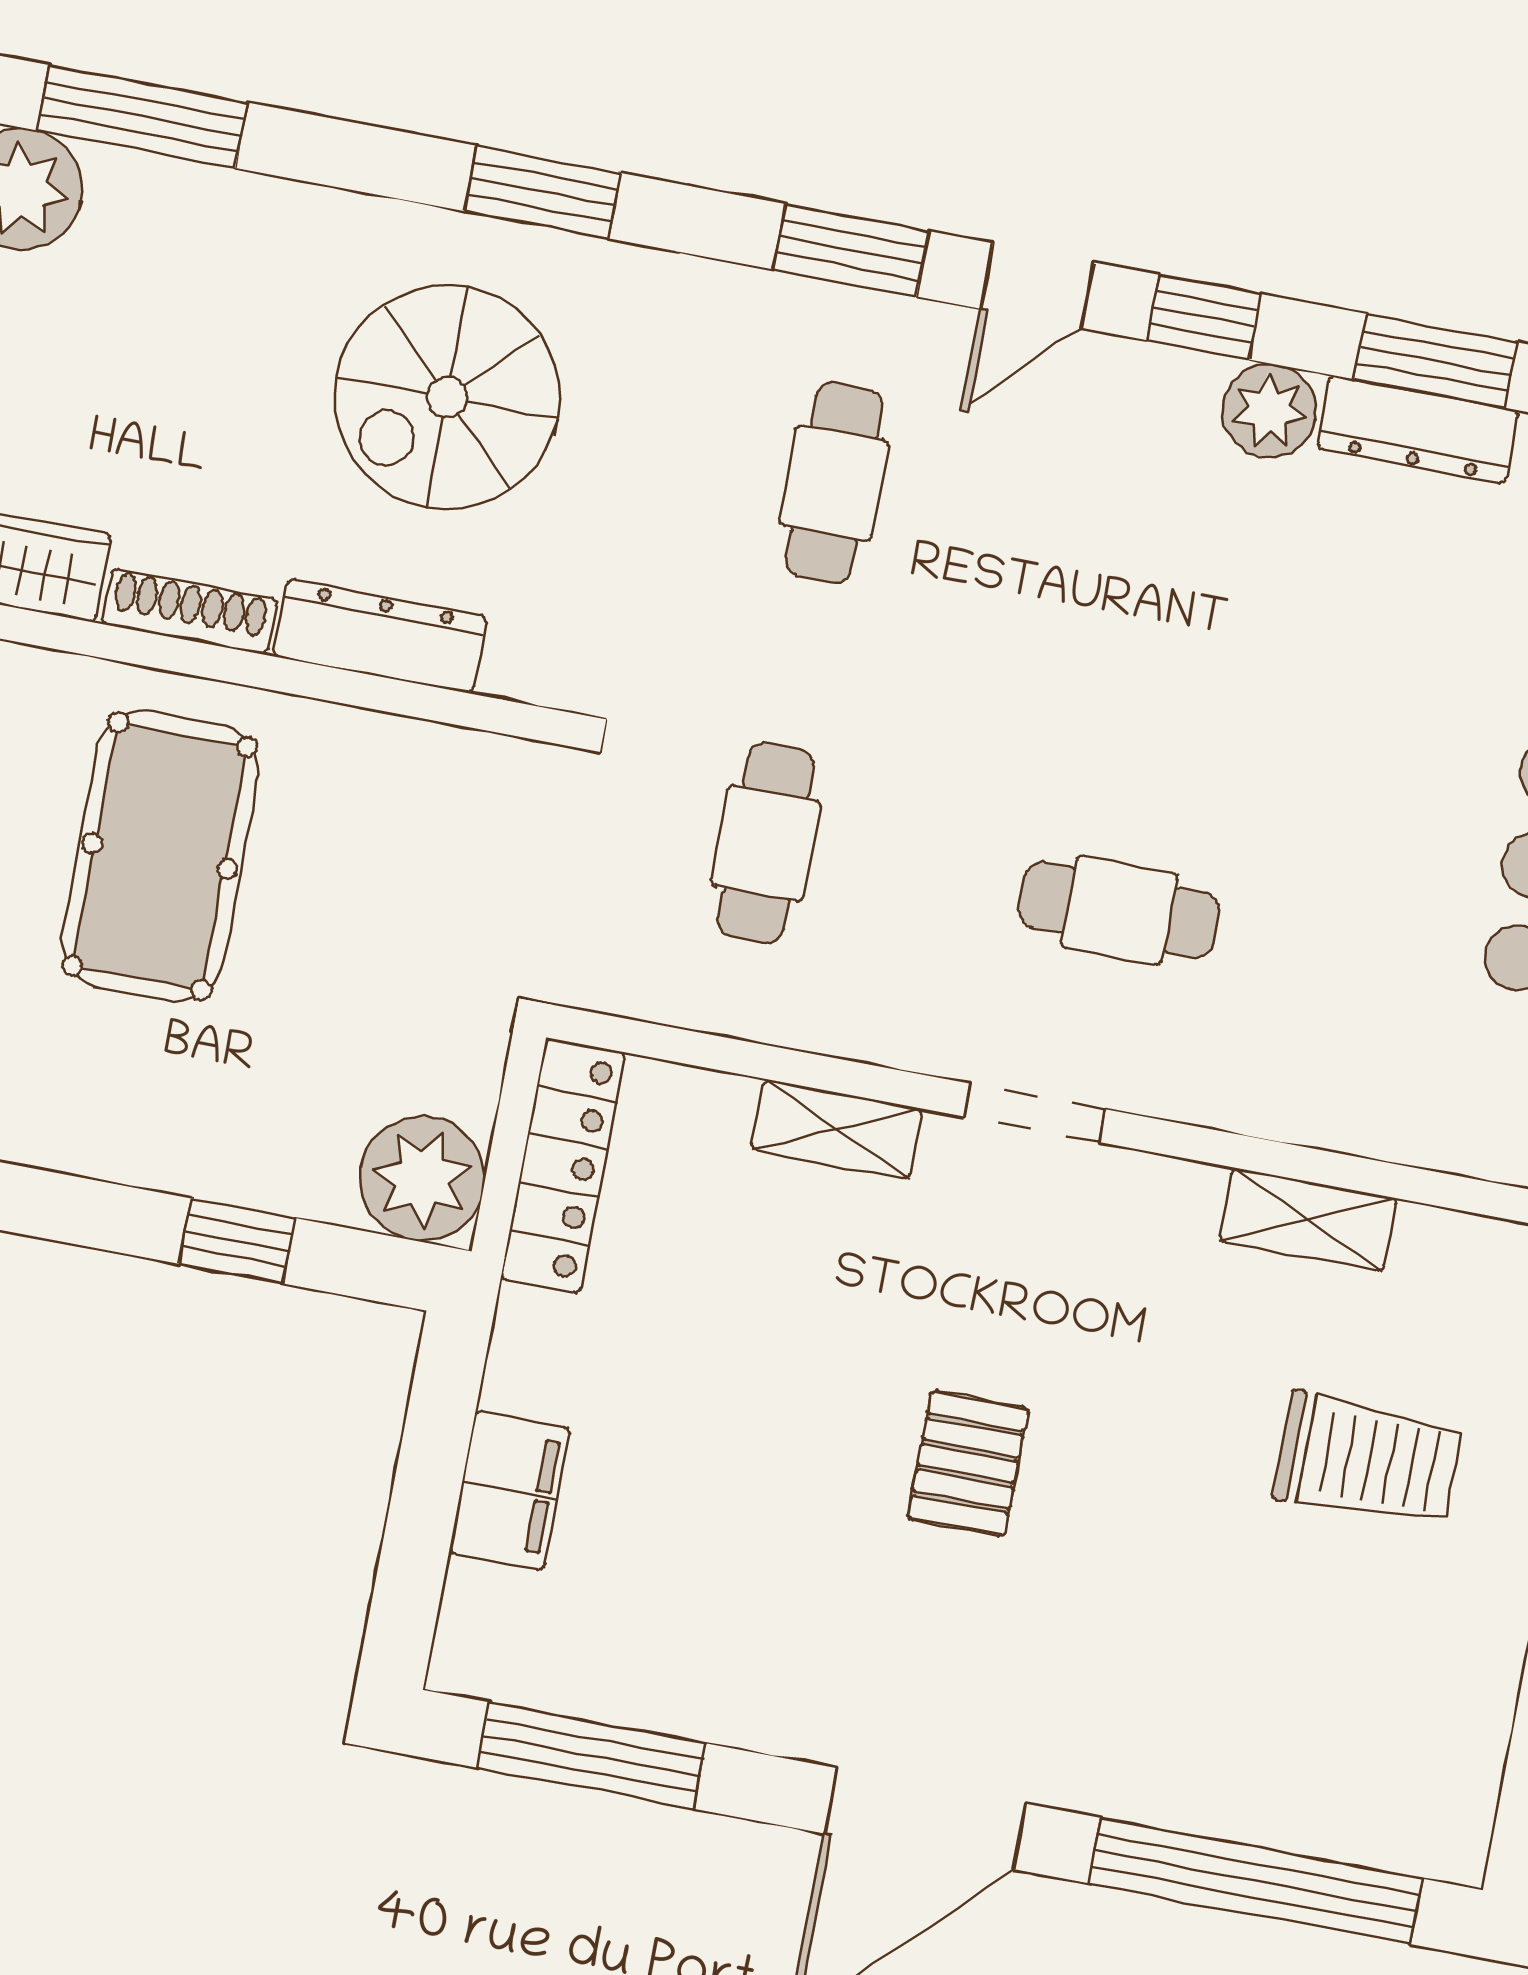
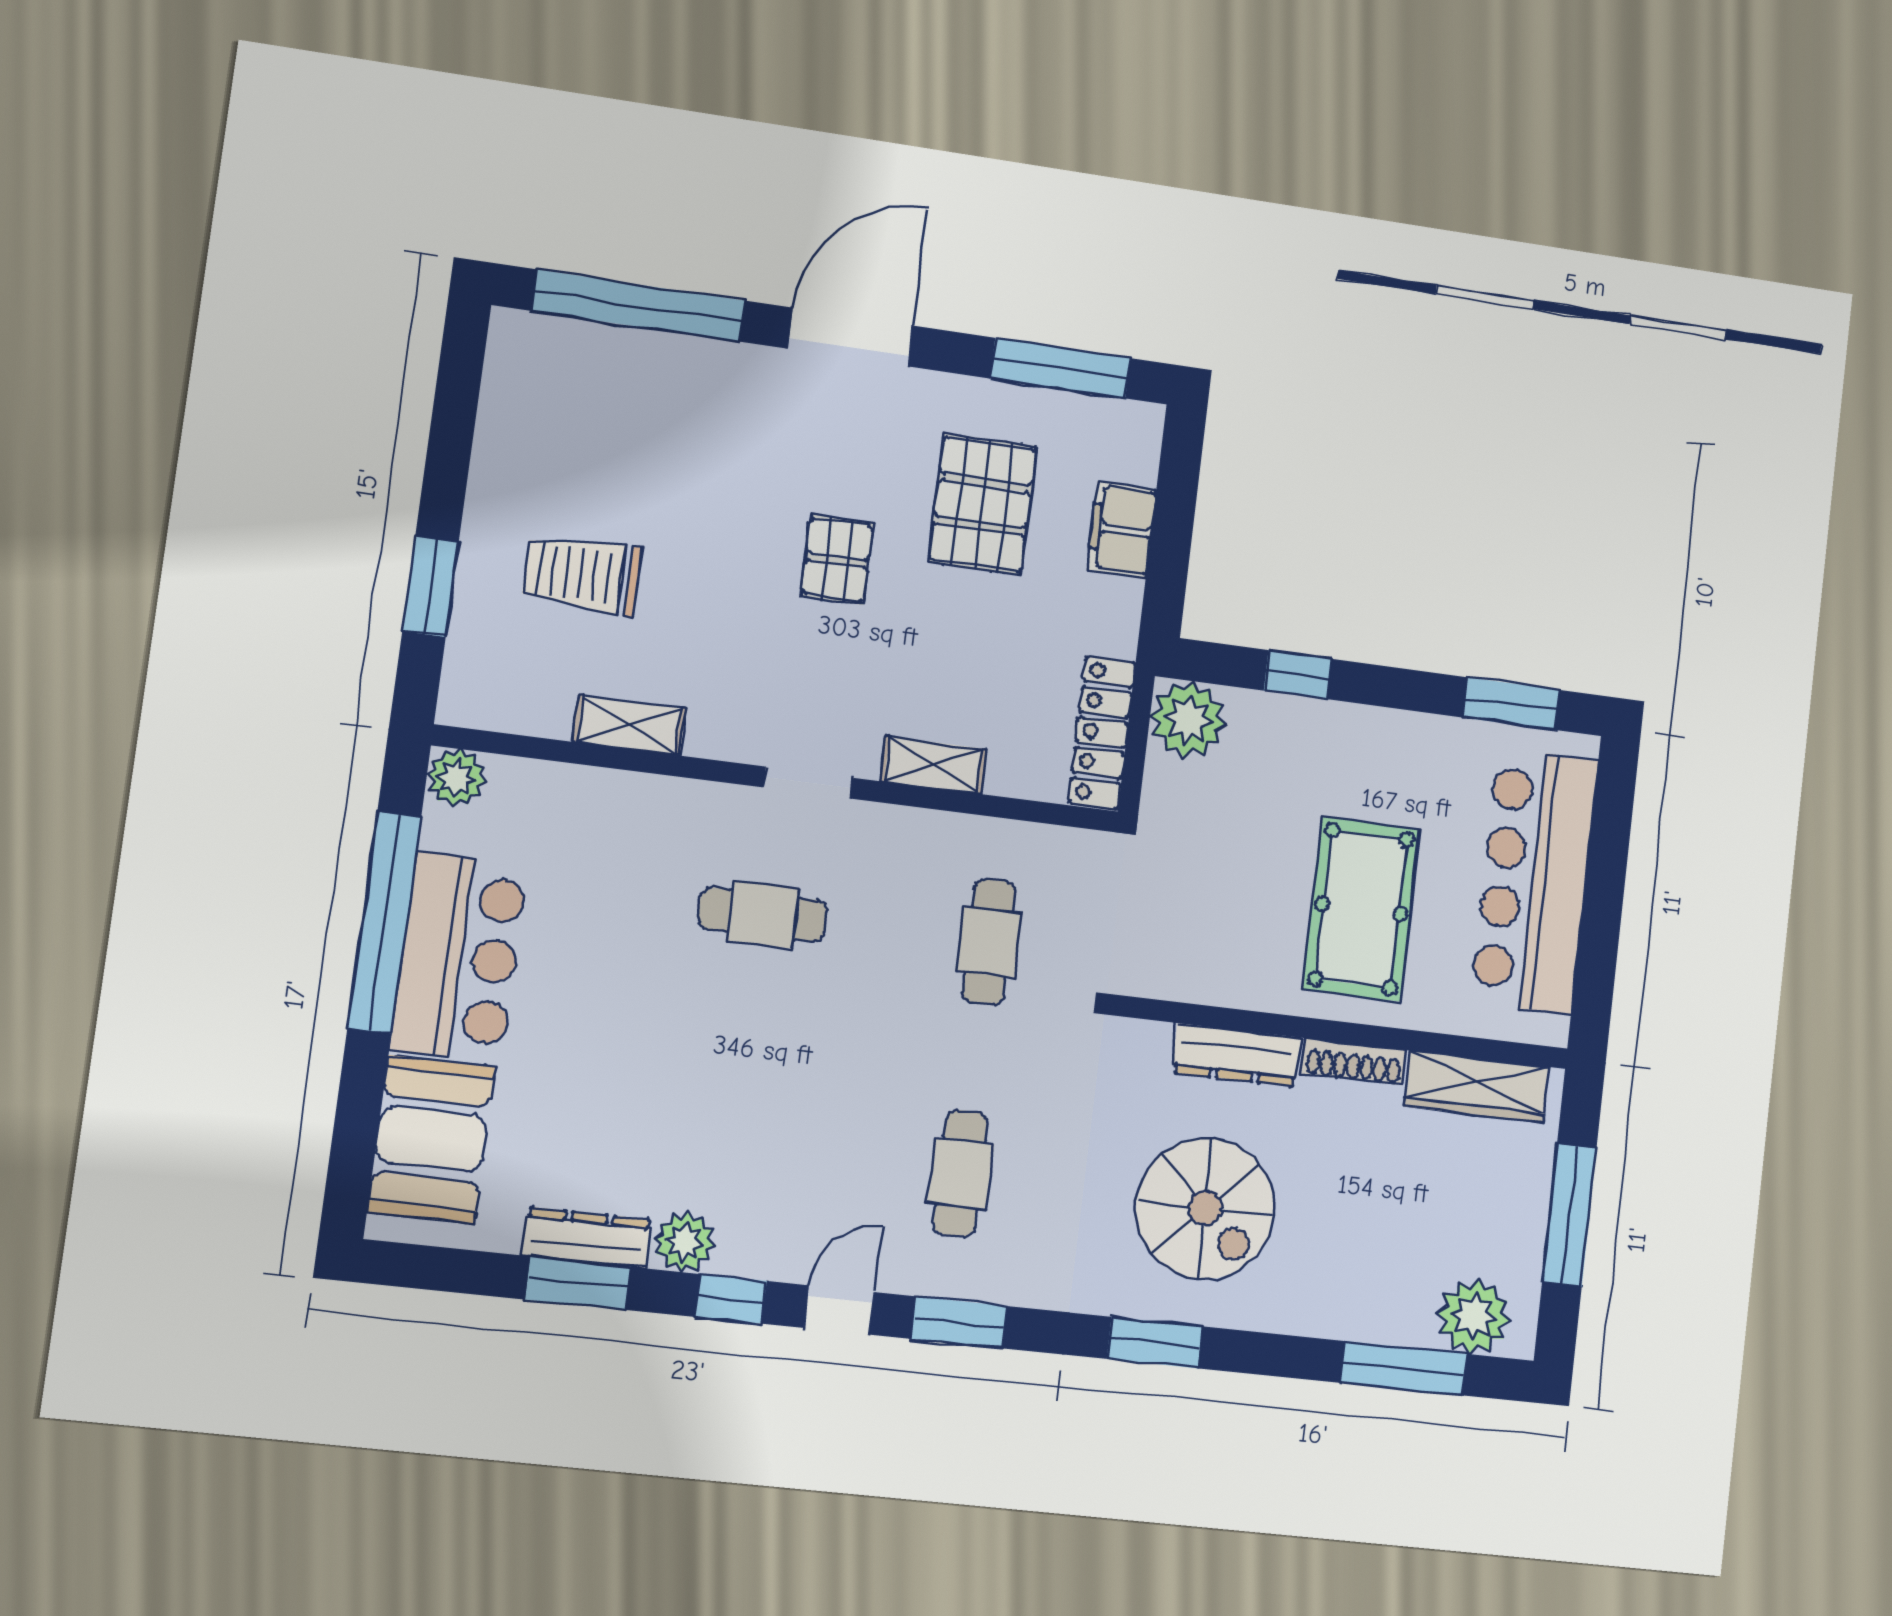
spiral stairs: (447, 397) -> (1206, 1208), turned 90
pallet: (731, 1542) -> (982, 504), added

